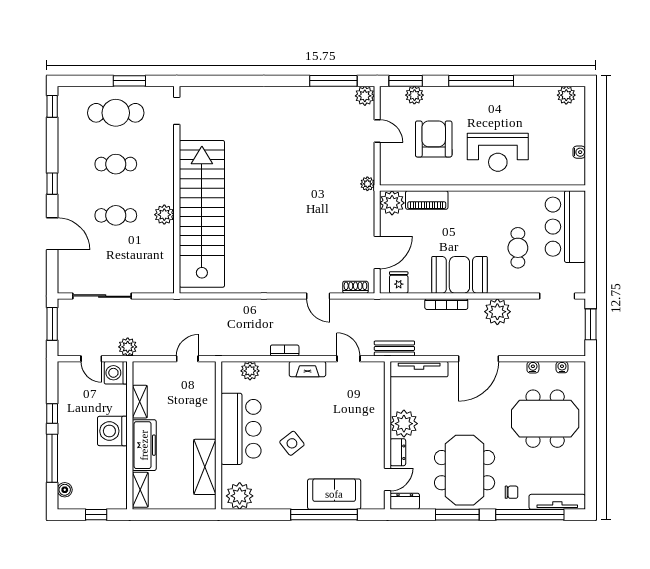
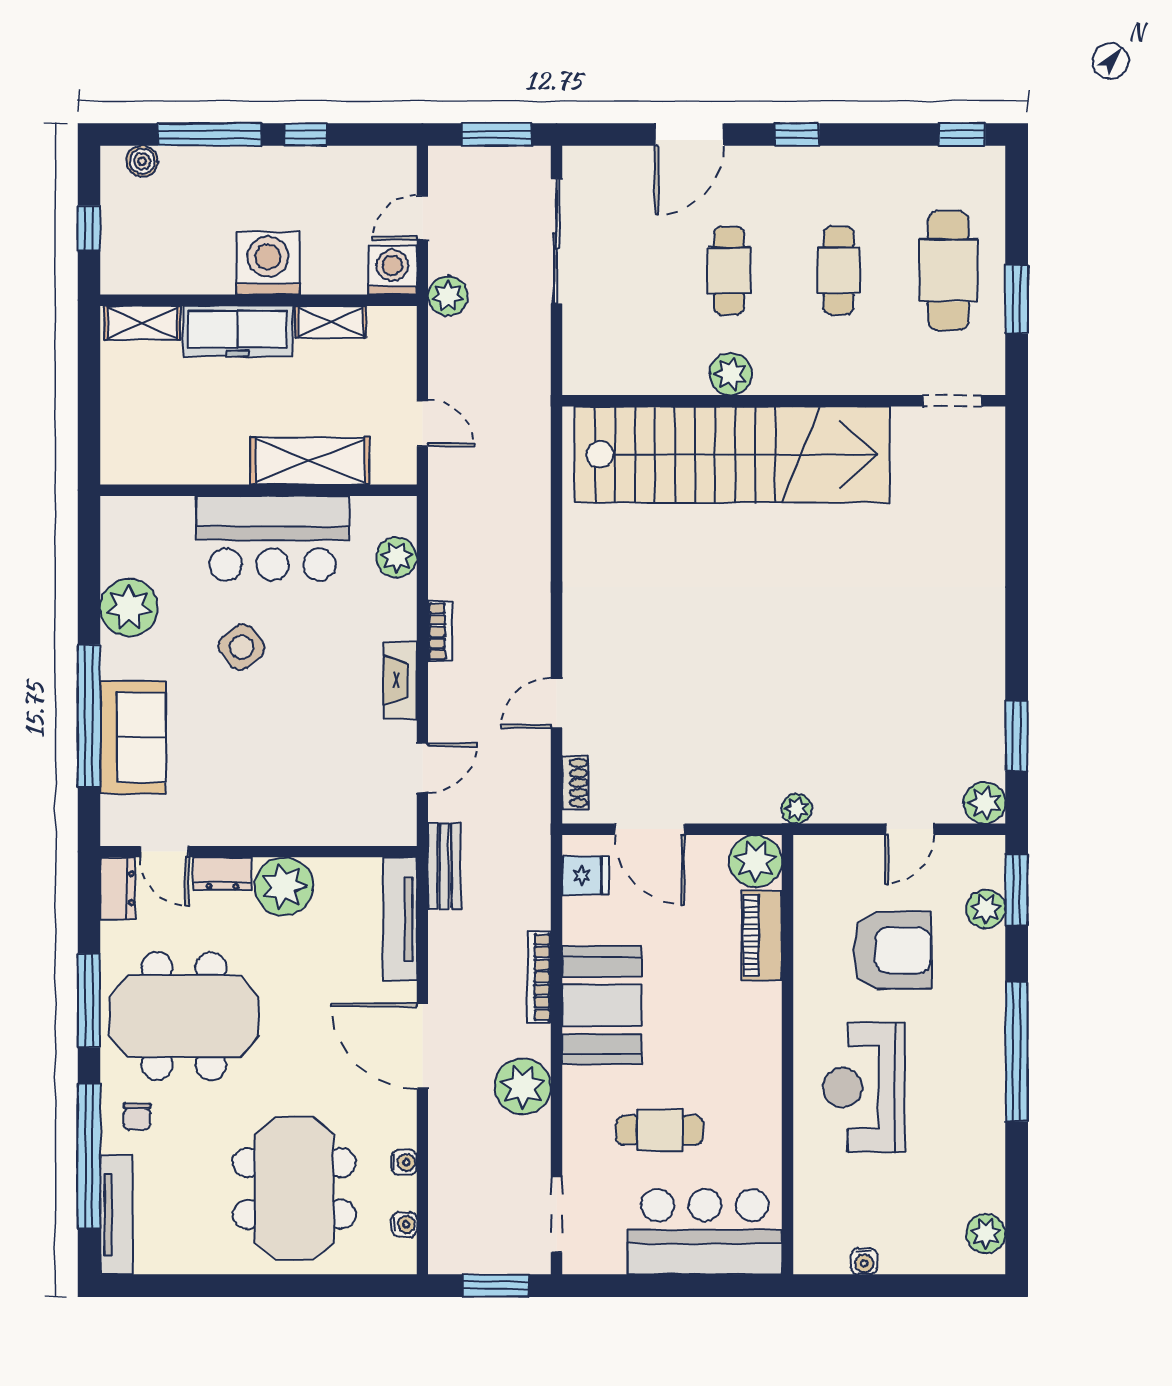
window: (333, 81) -> (1017, 736), width x0.69
shelving: (205, 467) -> (310, 461), moved
plant: (240, 496) -> (129, 608), moved

